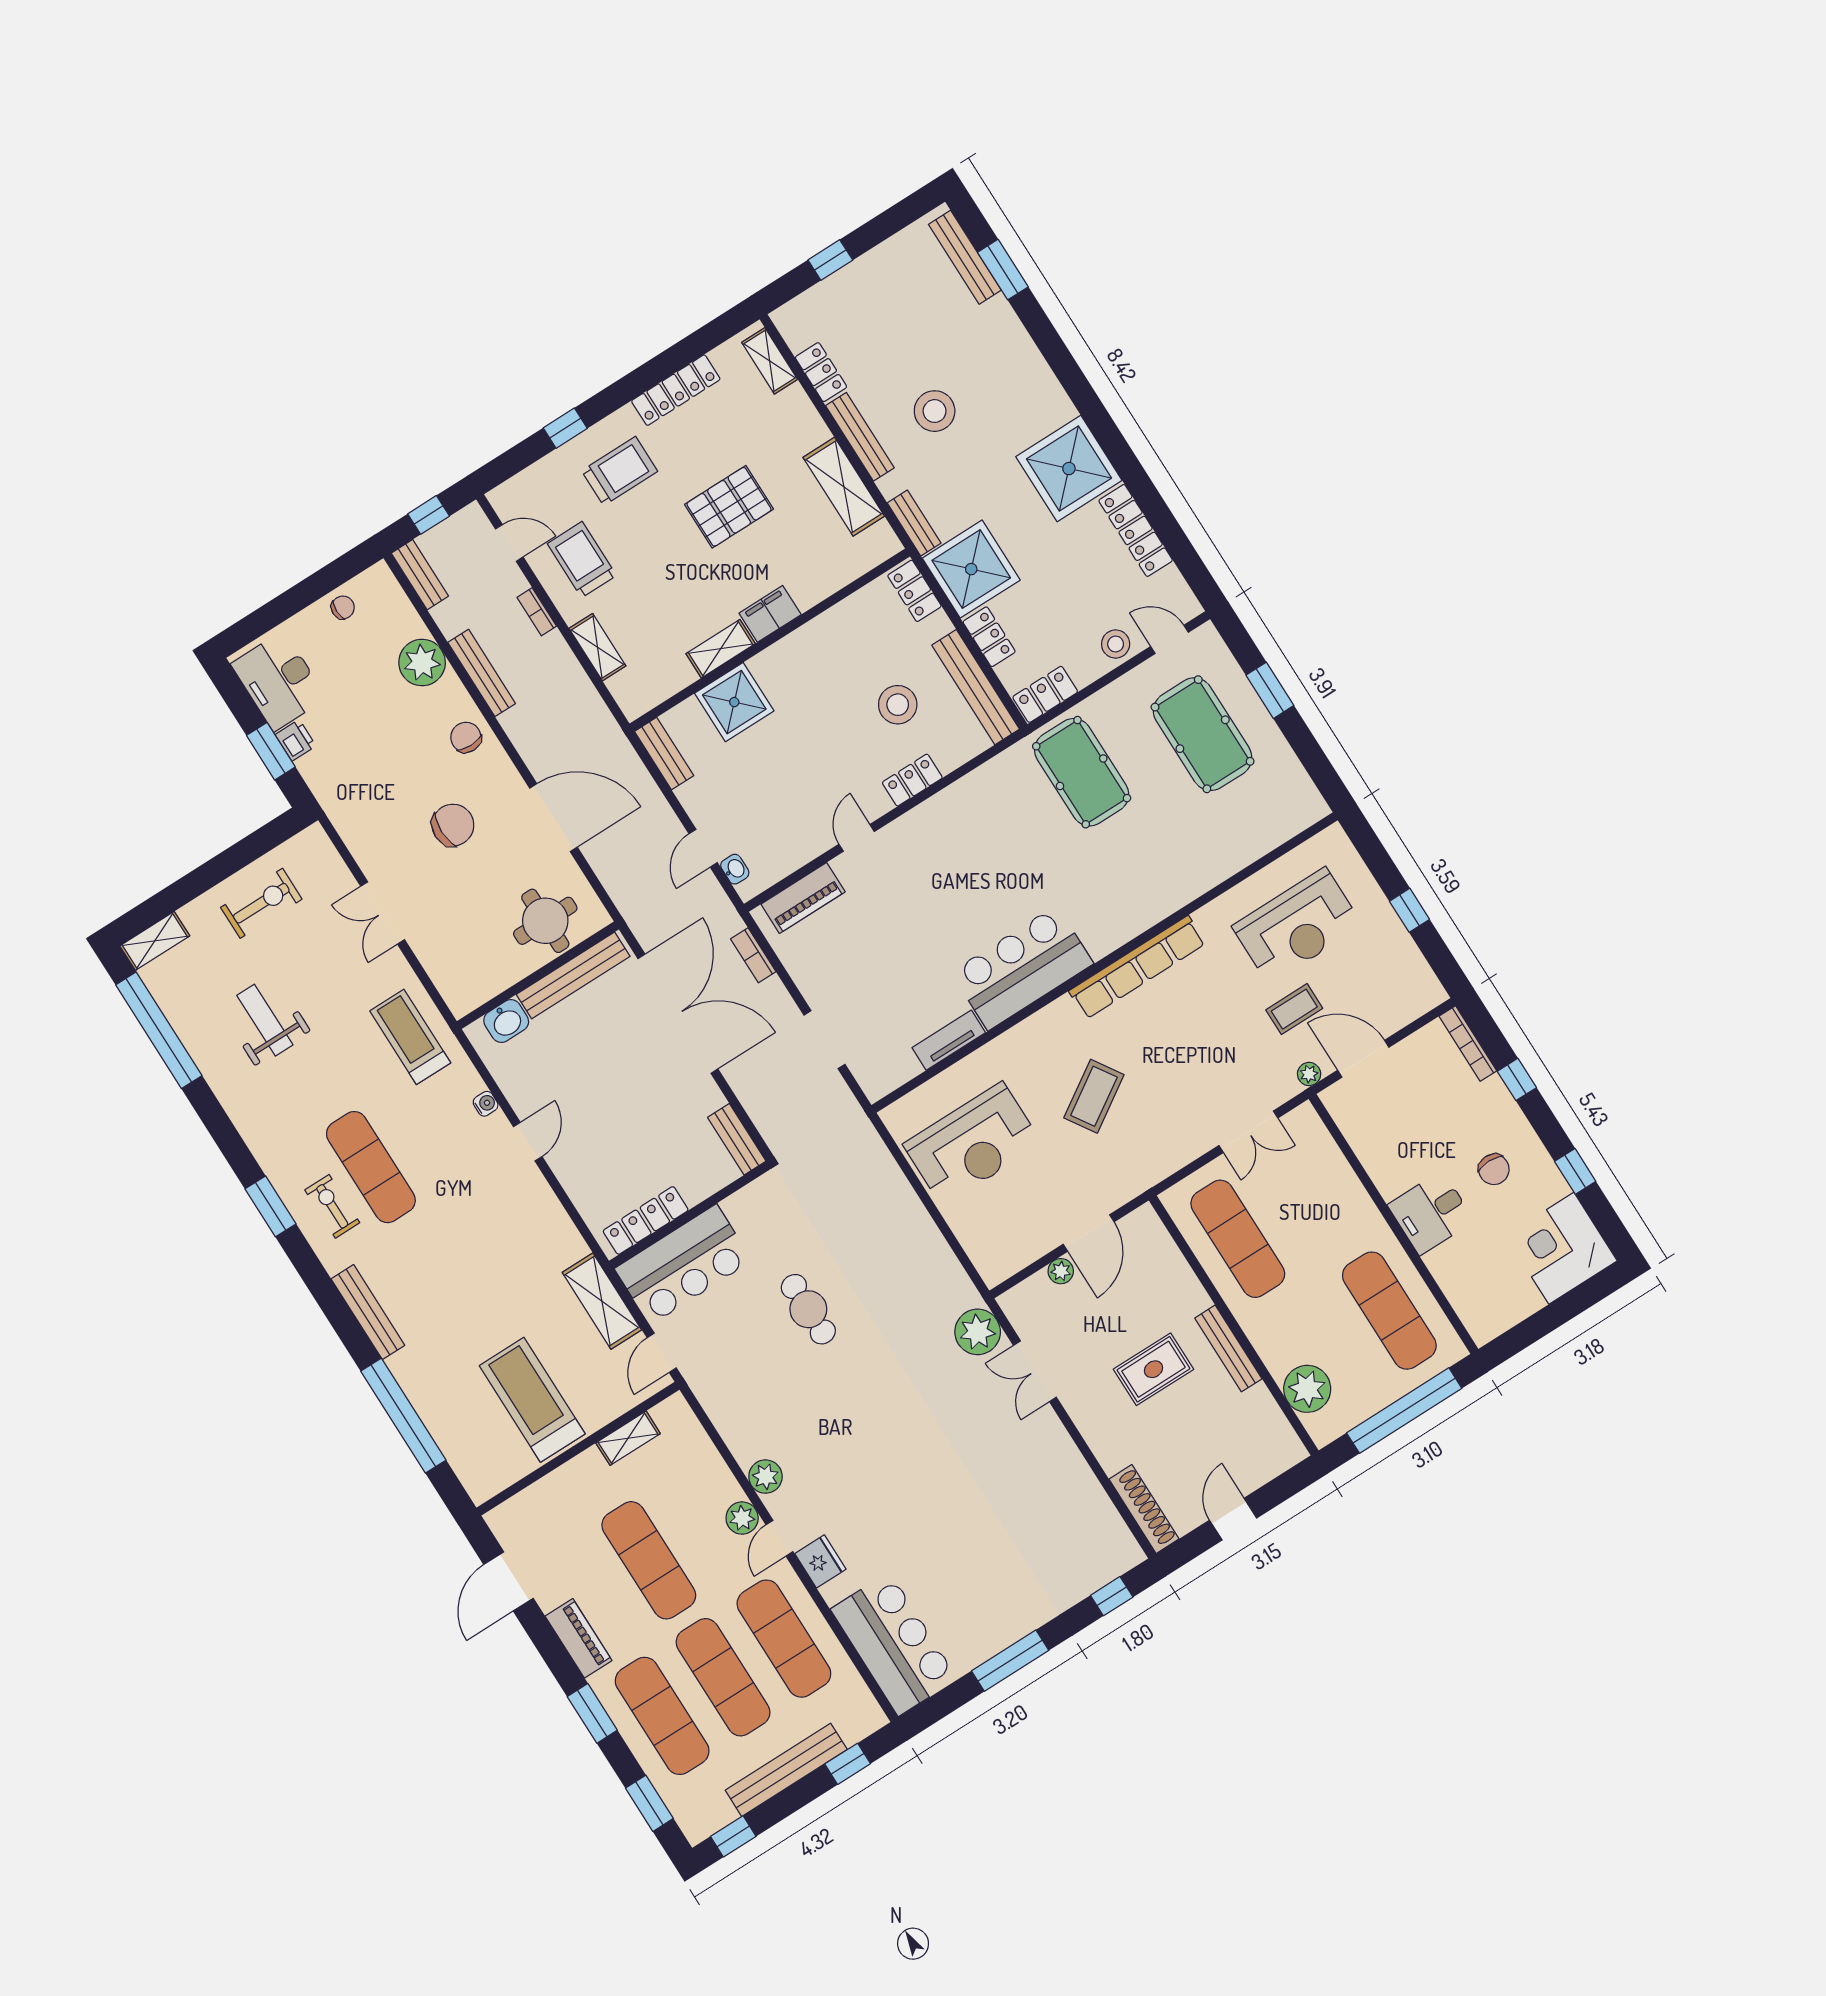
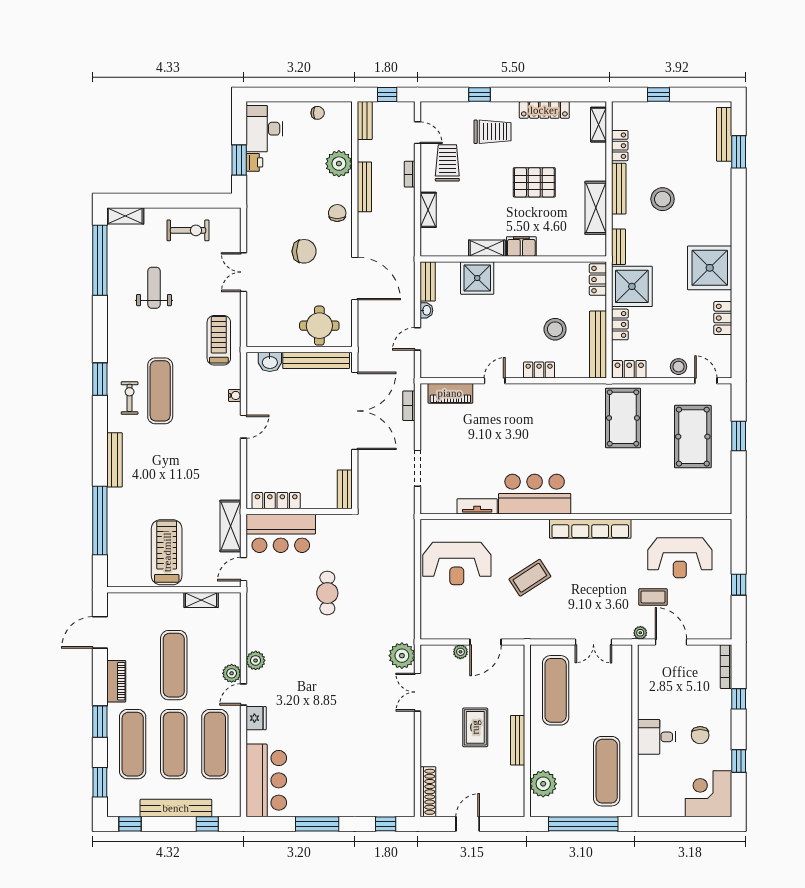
locker: (1136, 530) -> (723, 318), width x0.66
washbasin: (735, 869) -> (426, 310), moved
rug: (1154, 1369) -> (475, 727), turned 90

